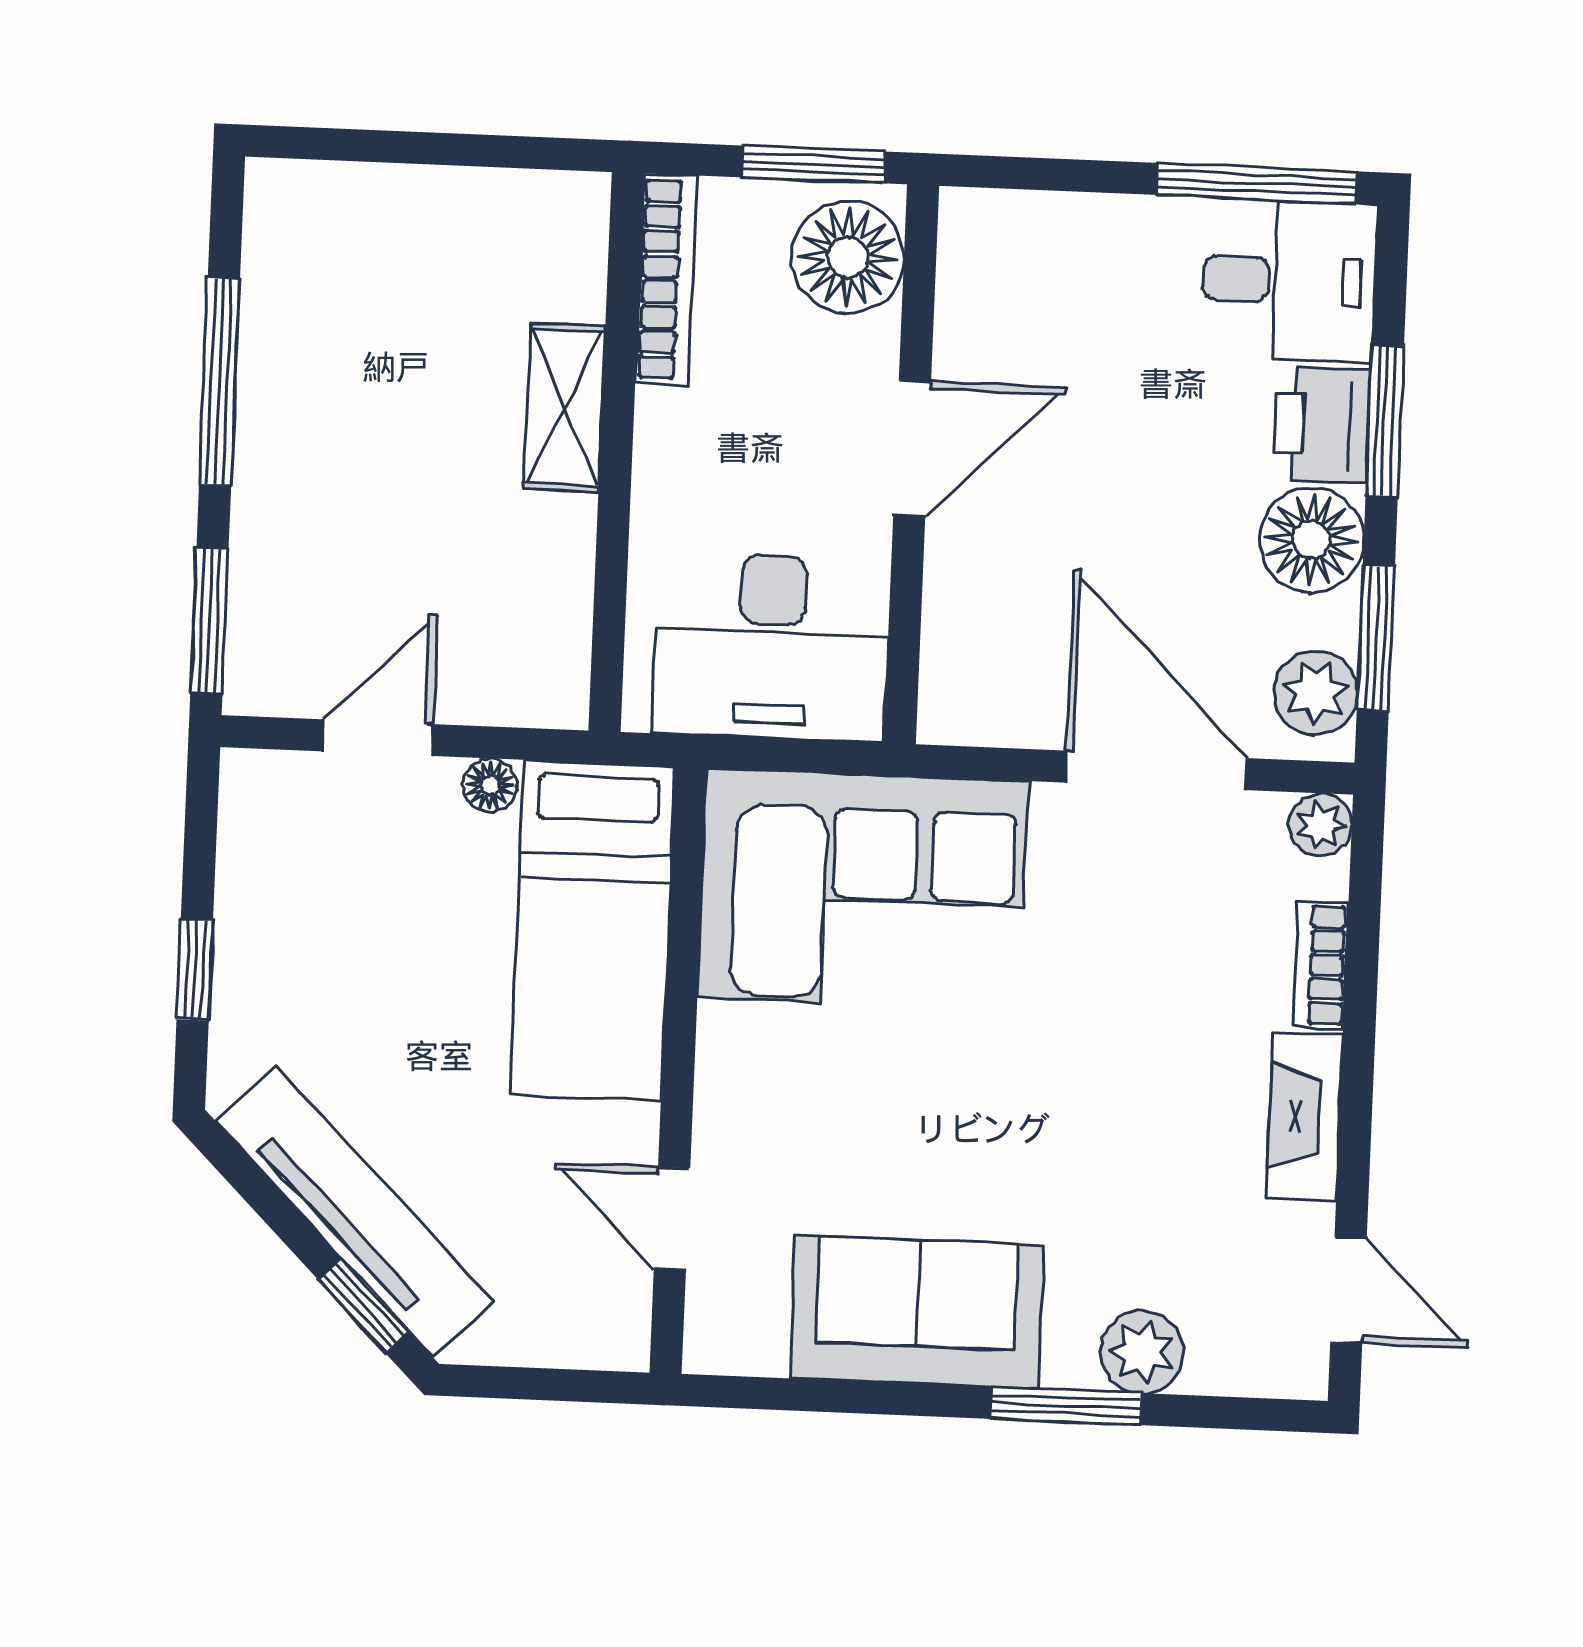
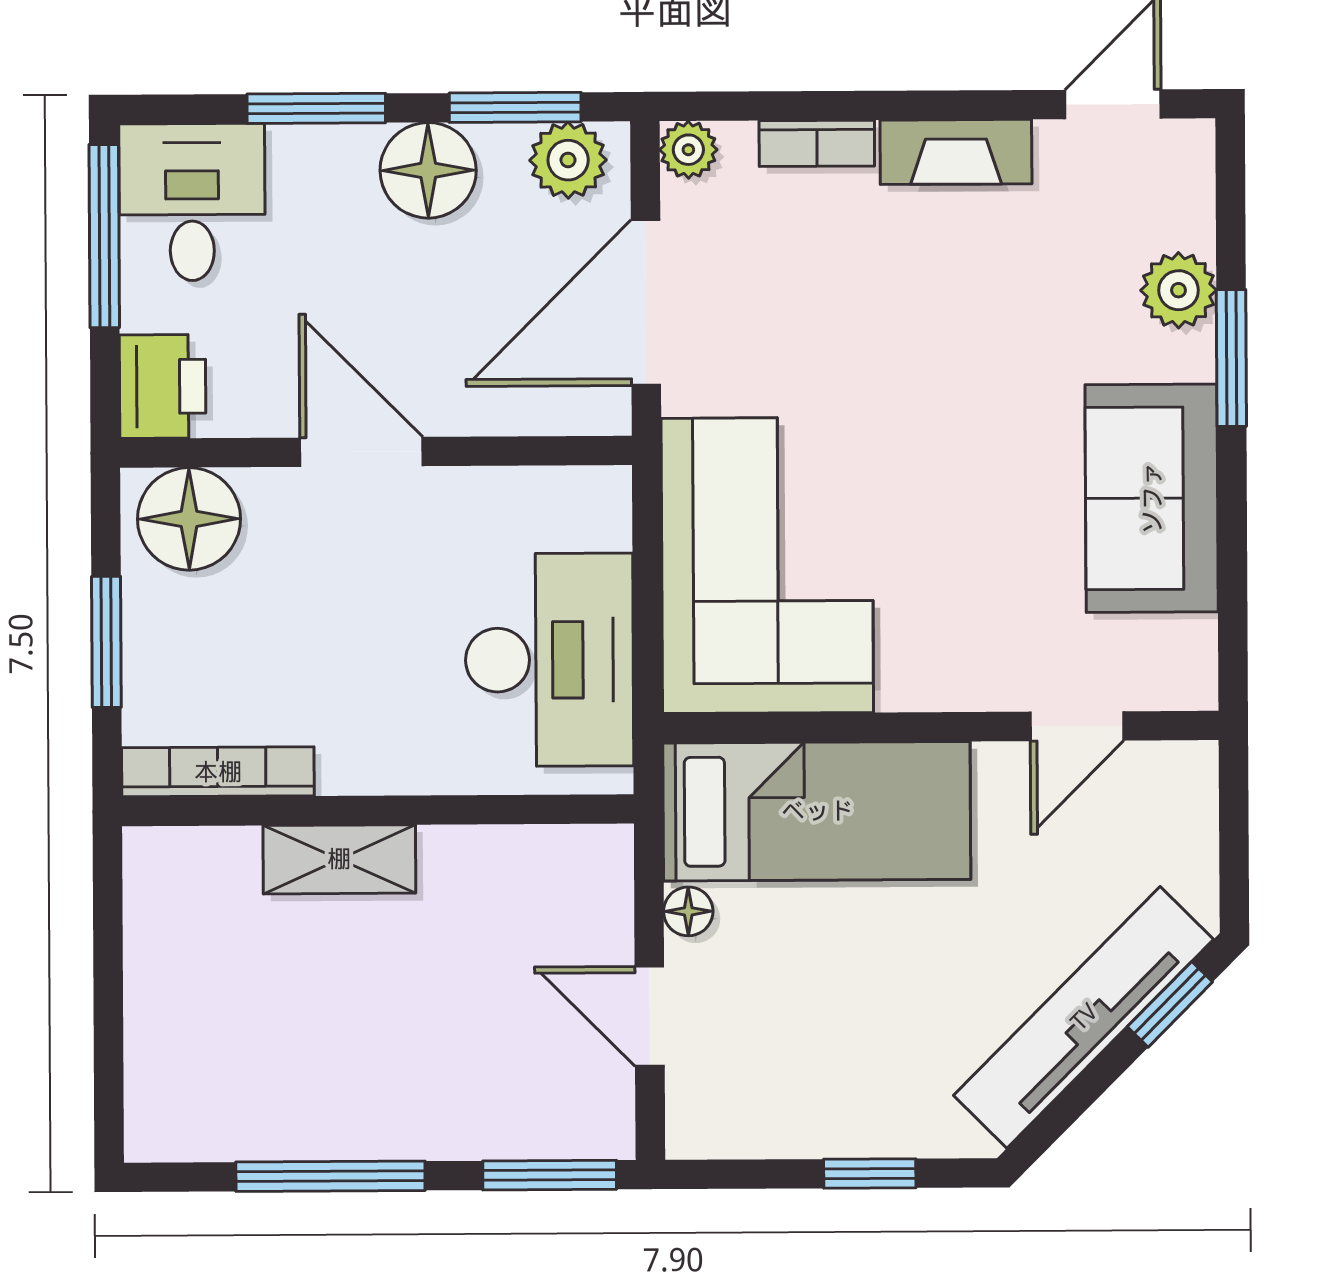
floor lamp: (848, 257) -> (189, 519), moved
printer: (1322, 425) -> (163, 386), moved, turned -90
door: (912, 448) -> (361, 452), moved
wall: (911, 464) -> (376, 452), moved

